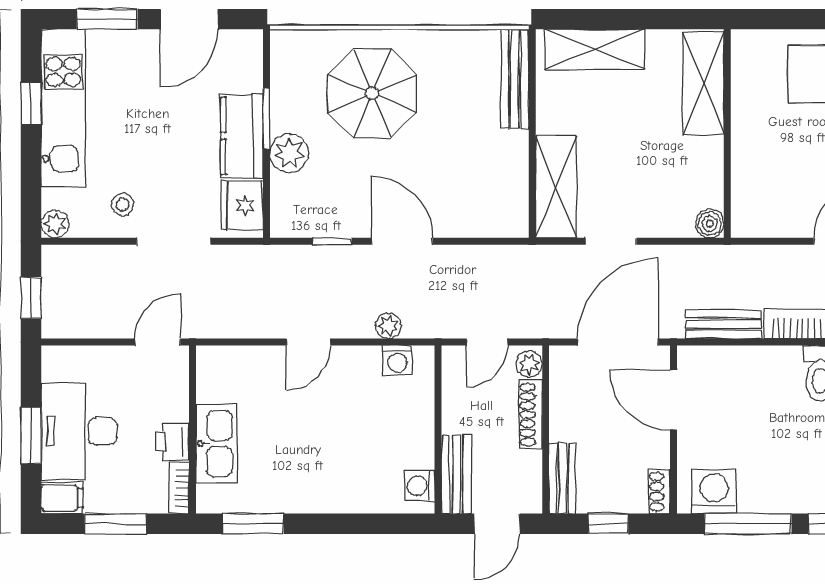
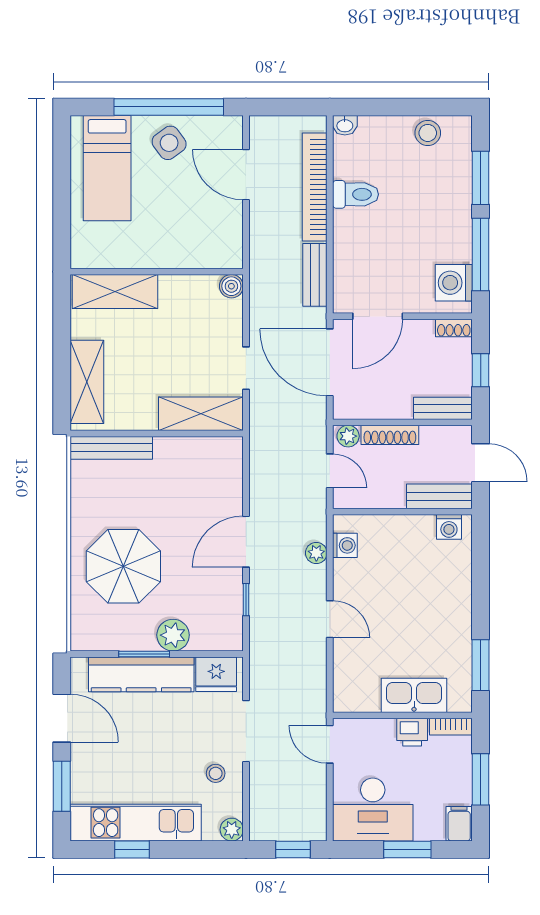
kitchen counter: (242, 136) -> (141, 674), width x1.50
desk: (79, 431) -> (373, 809), moved

